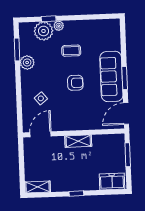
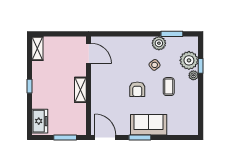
sofa: (111, 76) -> (149, 125), width x0.73
side table: (41, 98) -> (155, 65), moved

